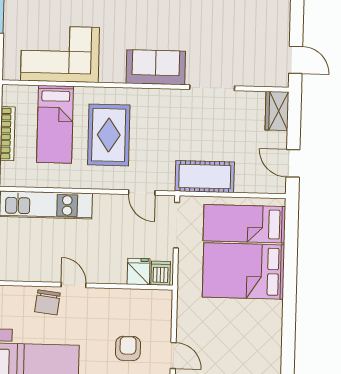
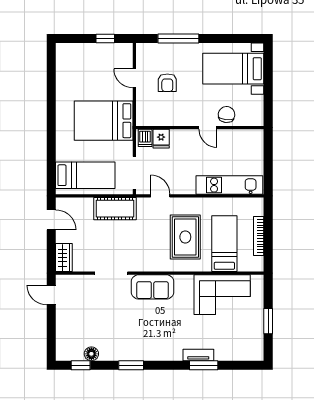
bed: (244, 271) -> (104, 121), moved, turned 180

